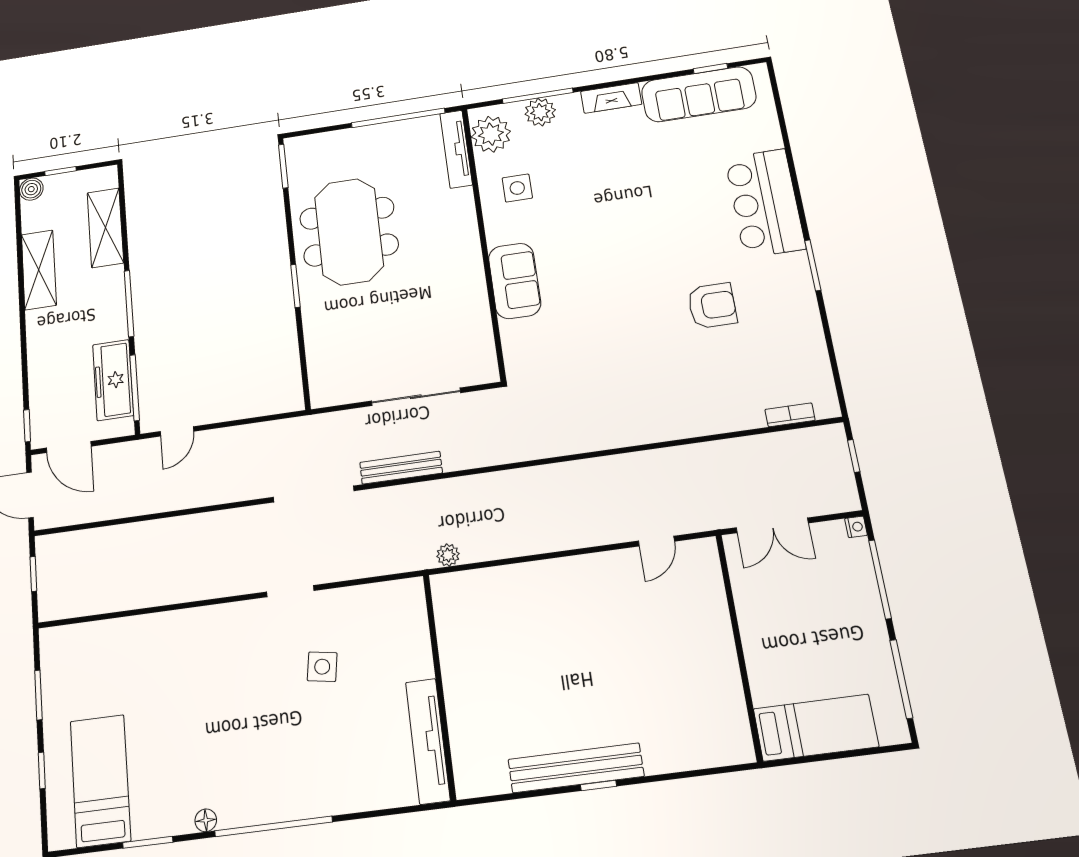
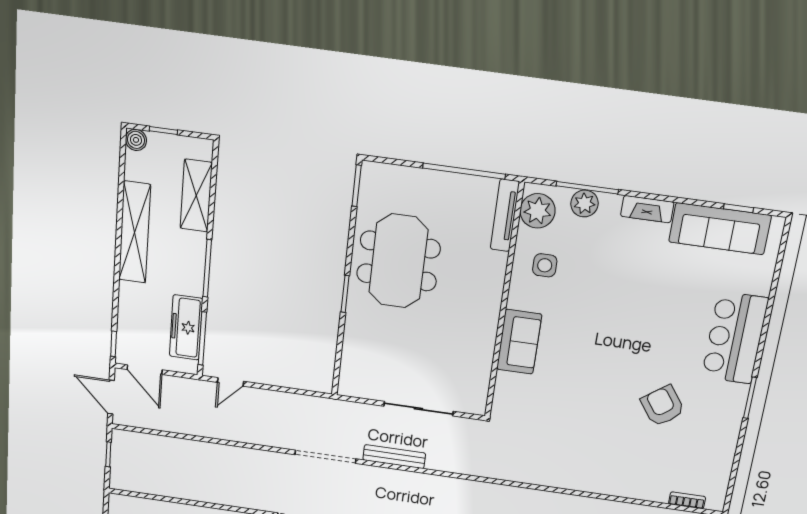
shelving: (39, 270) -> (135, 232), width x1.47
armchair: (712, 306) -> (663, 406), turned -126

